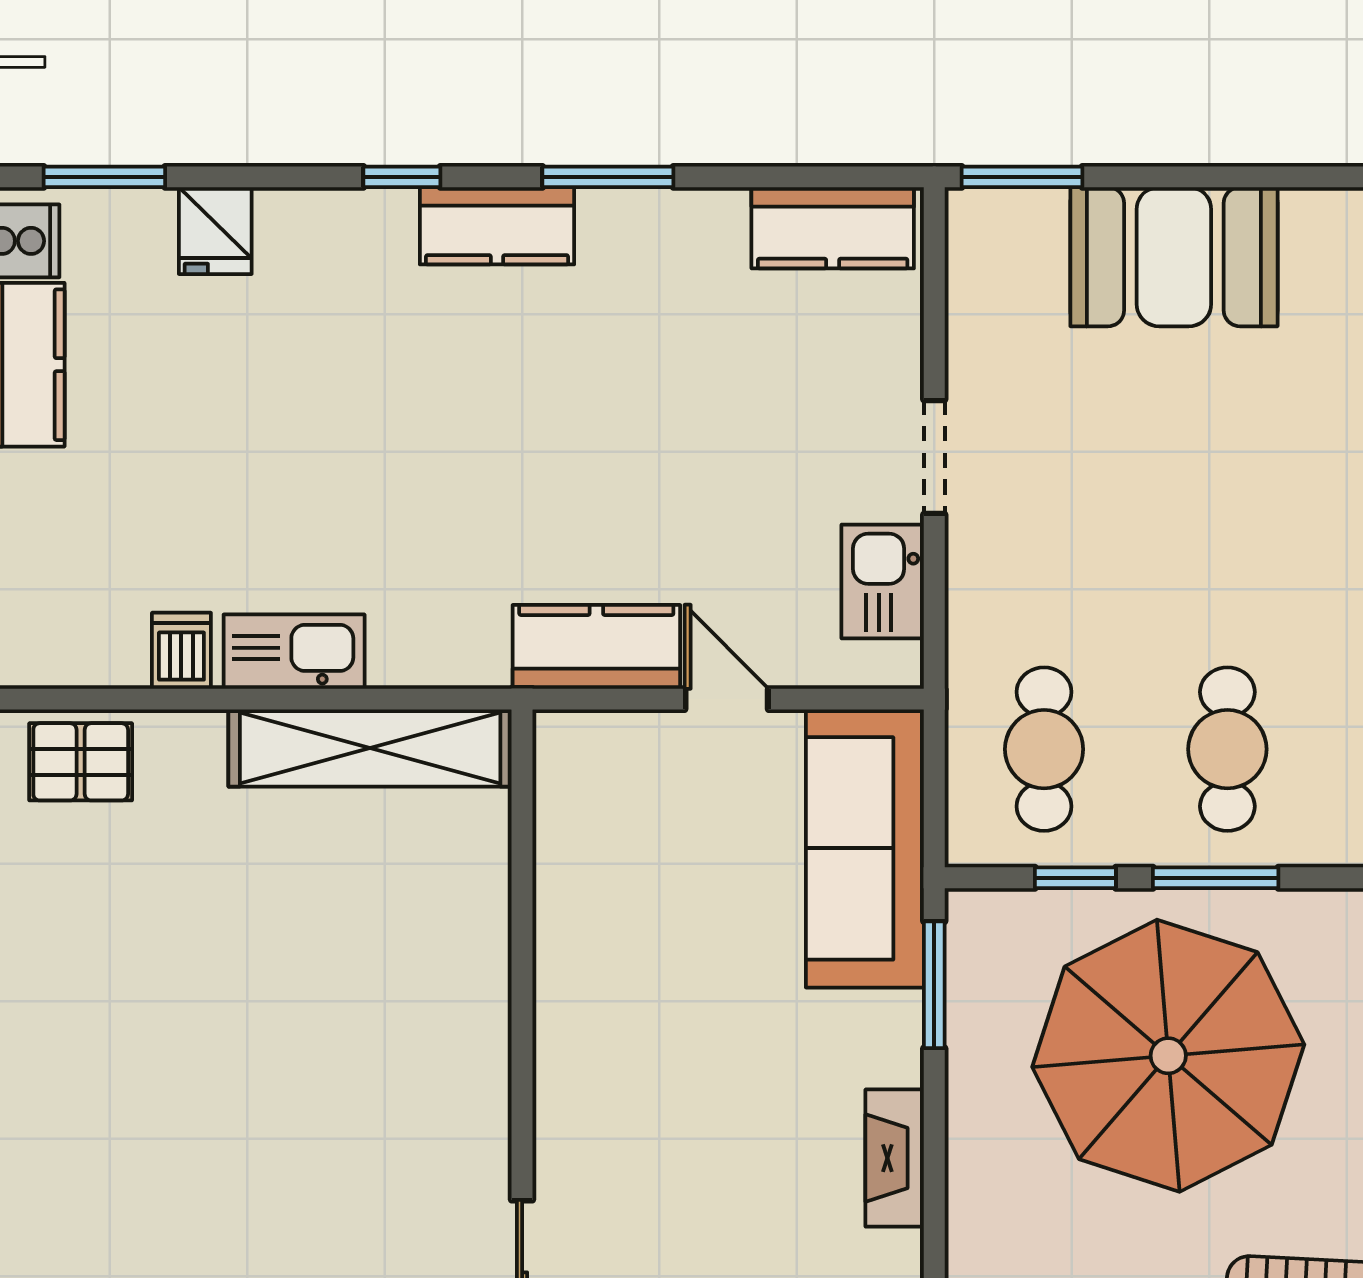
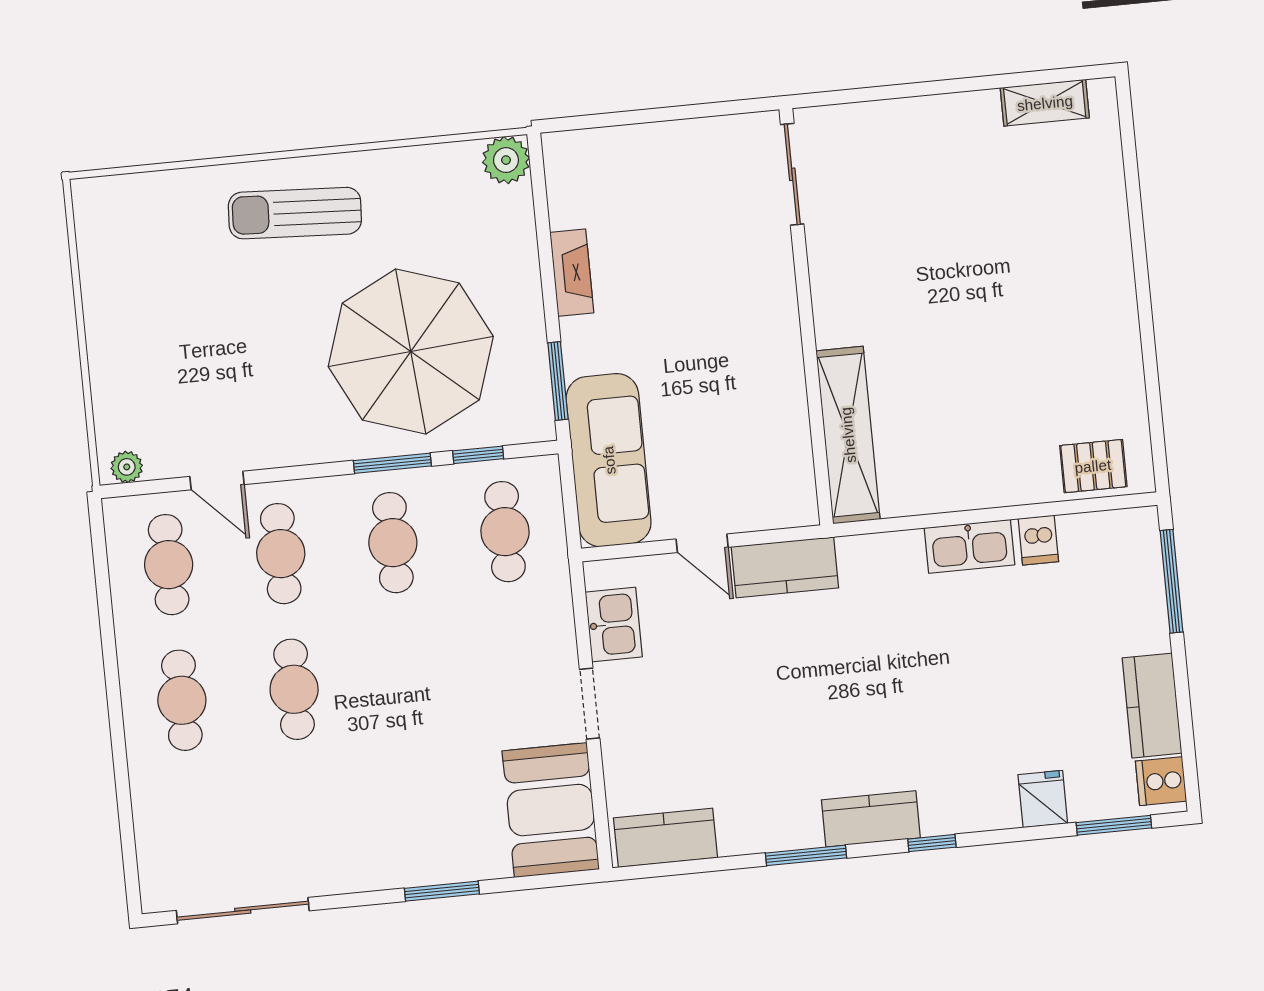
window: (1022, 177) -> (442, 891), moved
booth: (1174, 257) -> (551, 810), moved, turned 90
shelving: (370, 748) -> (848, 435), moved, turned 90

